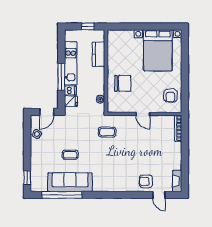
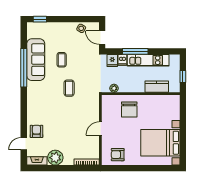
coffee table: (107, 132) -> (69, 88), moved
plant: (174, 161) -> (55, 158), added
window: (62, 195) -> (24, 68), moved

